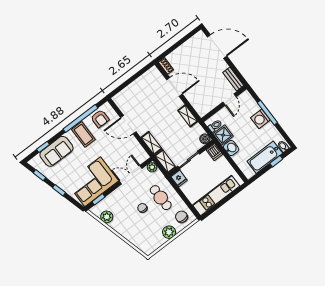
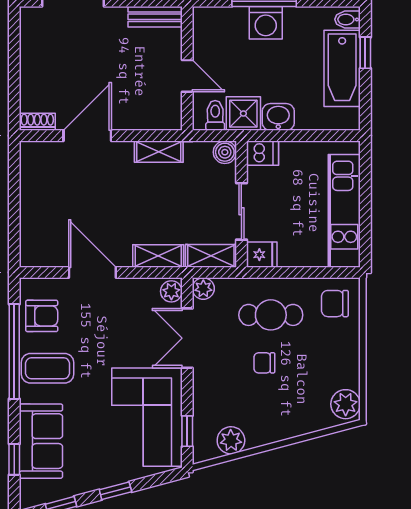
door: (229, 100) -> (187, 76), moved
door: (128, 125) -> (92, 272), swing flipped
plant: (143, 157) -> (171, 291), added
plant: (169, 232) -> (346, 404), moved

